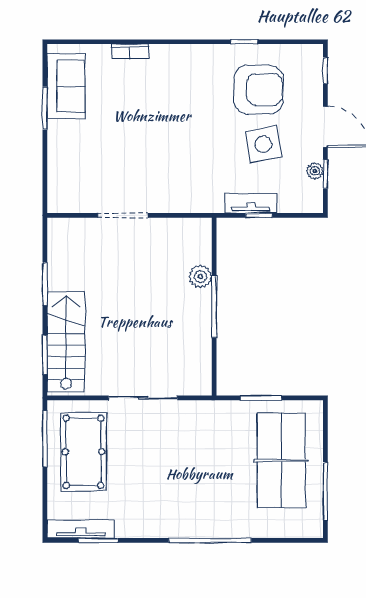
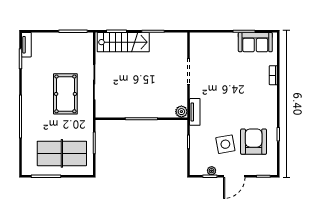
armchair: (259, 90) -> (254, 142), turned 180
tv unit: (251, 203) -> (195, 112), moved
plant: (200, 277) -> (181, 112), moved
pool table: (84, 452) -> (65, 94), moved, turned 90
tv unit: (81, 529) -> (26, 45), width x0.71

